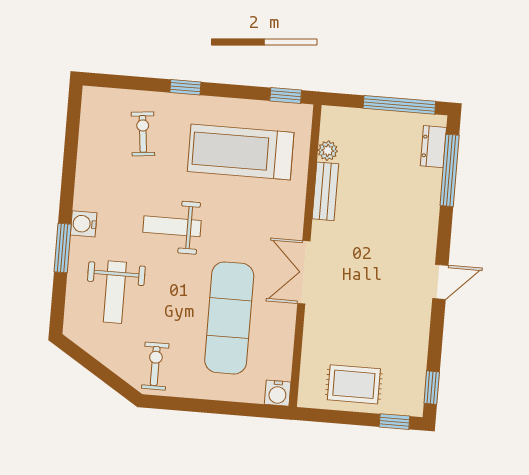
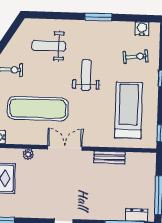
plant: (328, 151) -> (28, 154), moved
water cooler: (84, 224) -> (142, 29), moved
window: (63, 248) -> (98, 17), moved

